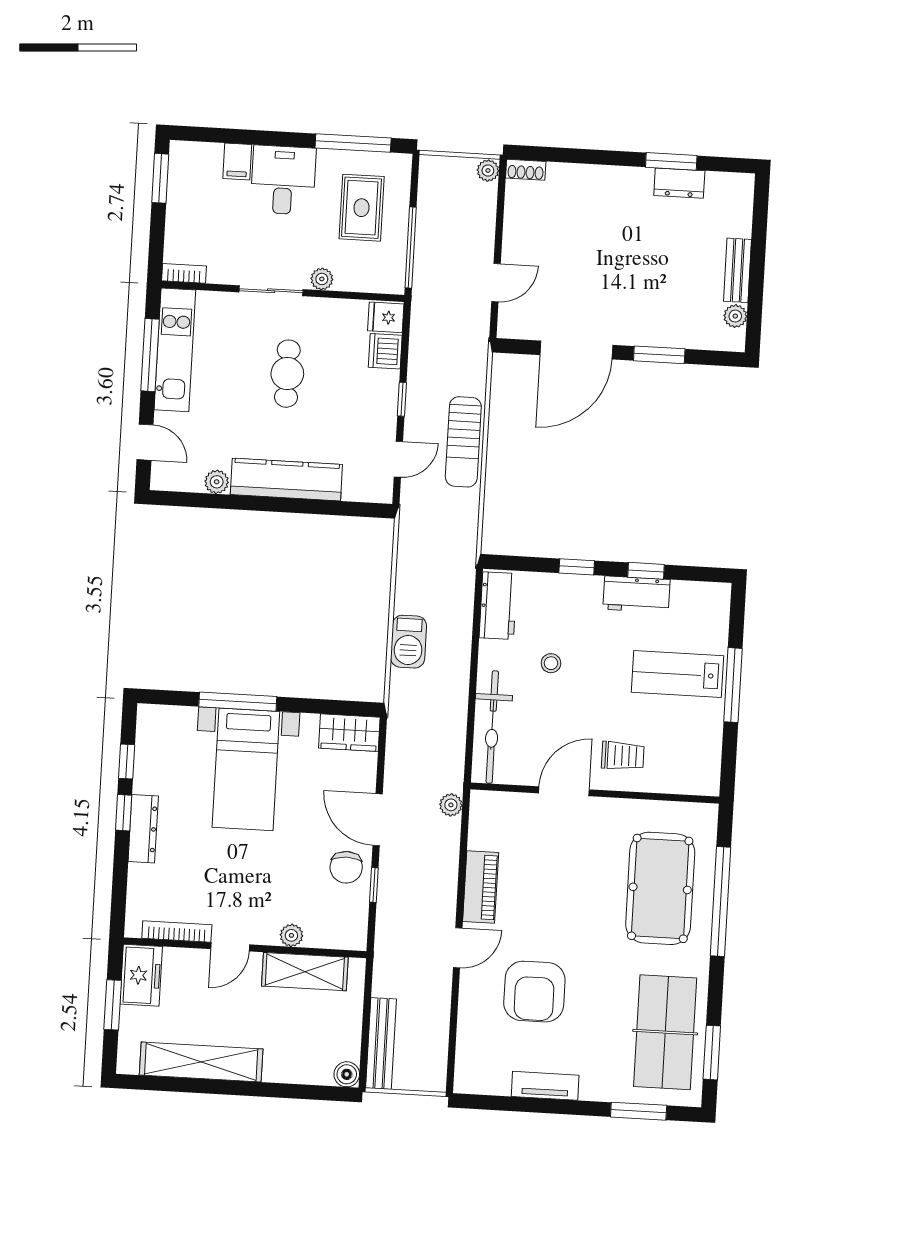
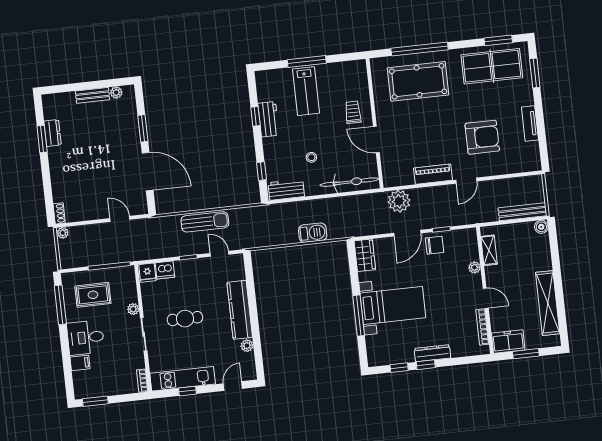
window: (150, 355) -> (187, 391), width x0.46
window: (577, 567) -> (261, 171), moved
plant: (451, 805) -> (399, 201), width x1.88, depth x1.88
door: (458, 948) -> (466, 181), swing flipped
shelving: (305, 972) -> (489, 250), width x0.67, depth x0.75

